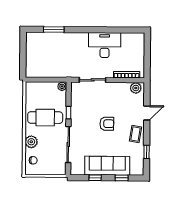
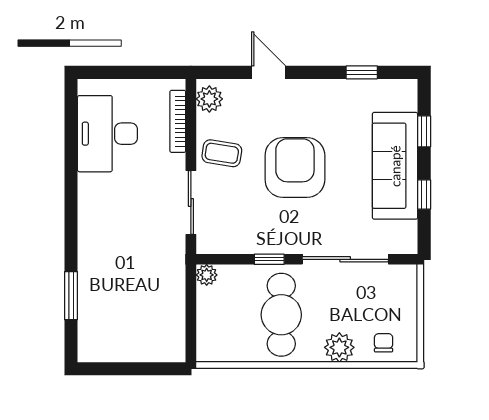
desk: (105, 45) -> (107, 134), moved
armchair: (107, 124) -> (295, 168), width x1.88, depth x1.88
coffee table: (136, 134) -> (222, 153), moved

